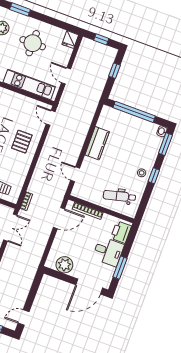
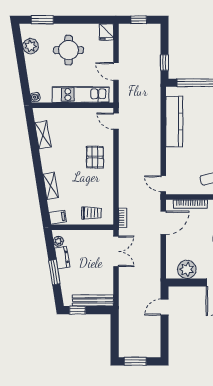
window: (114, 71) -> (165, 63), moved
kitchen counter: (97, 143) -> (174, 121), width x1.50
door: (75, 174) -> (163, 184), moved
door: (24, 317) -> (165, 307), moved

